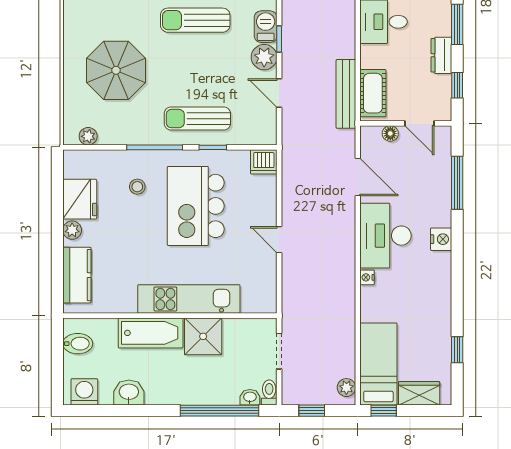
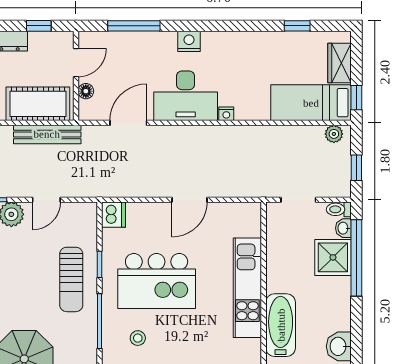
cot: (373, 93) -> (38, 104), width x1.37, depth x1.34
door: (279, 240) -> (190, 200), width x1.38
shower: (203, 336) -> (333, 257), moved

